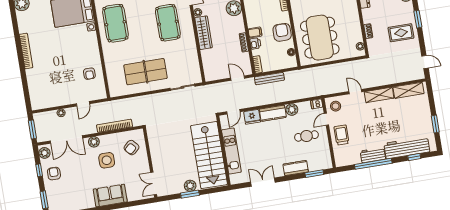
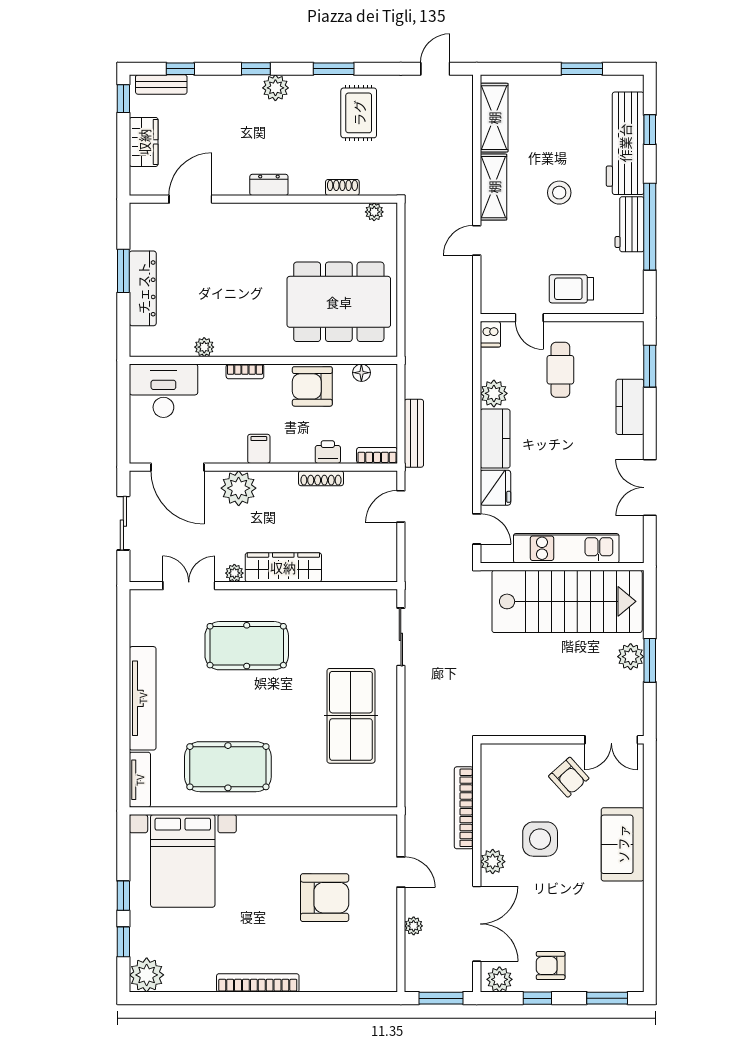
filing cabinet: (255, 32) -> (259, 449), moved
armchair: (89, 74) -> (325, 898), moved, width x1.88, depth x1.88
stool: (336, 106) -> (559, 193), moved
armchair: (132, 148) -> (569, 777), moved

